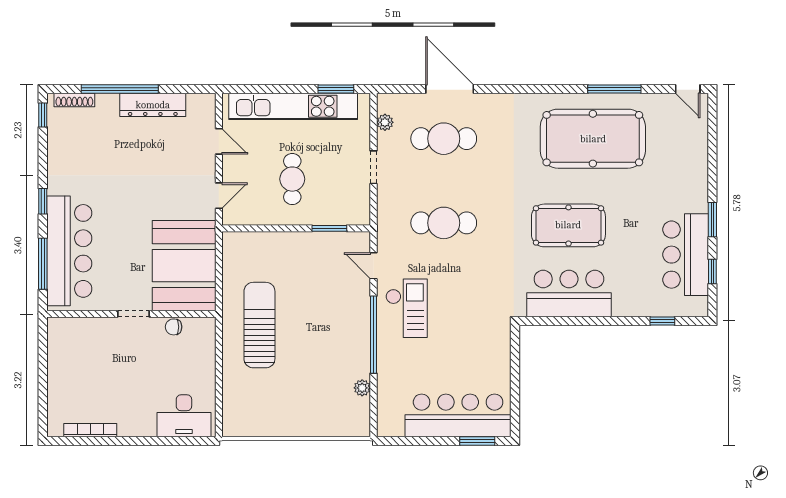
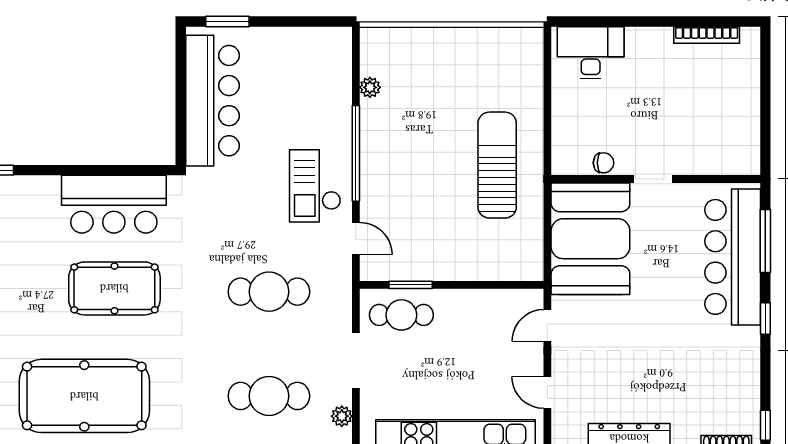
doorway: (374, 167) -> (356, 361), width x1.38
cafe table: (292, 179) -> (401, 315), moved, turned 90
sun lounger: (259, 325) -> (497, 165), turned 180
bar counter: (458, 415) -> (212, 101), moved, turned -90

